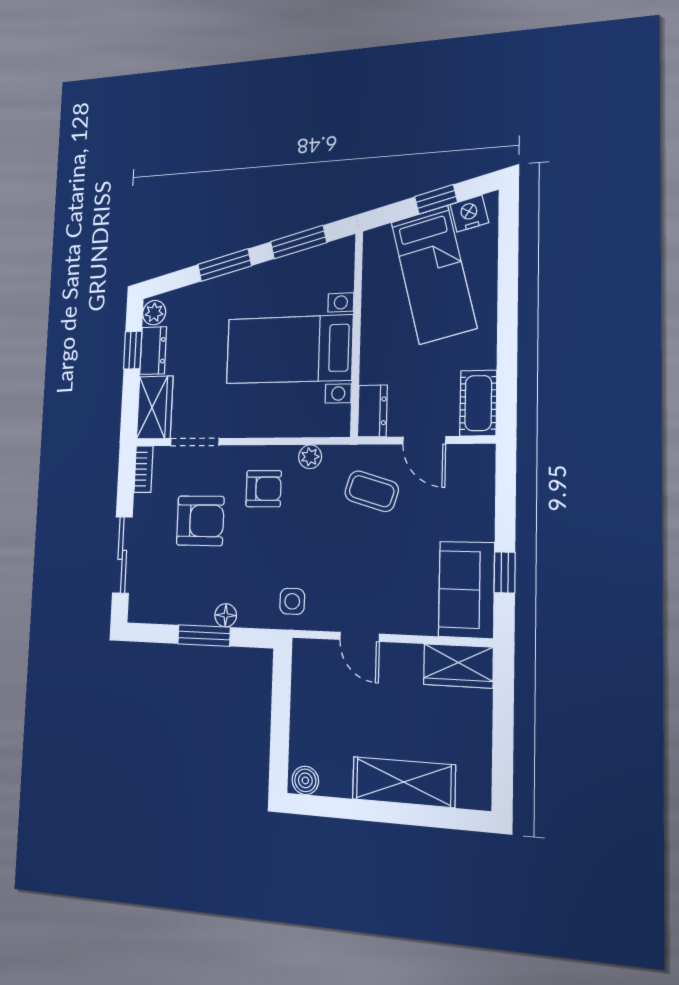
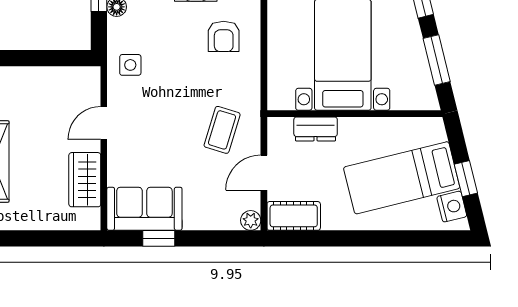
dresser: (372, 411) -> (316, 129), moved
plant: (310, 457) -> (251, 220), moved
wardrobe: (458, 666) -> (85, 180), moved

